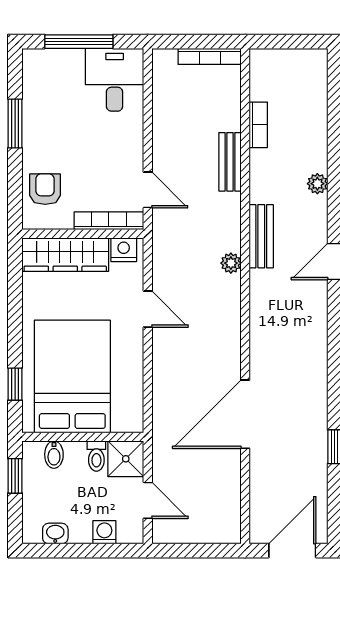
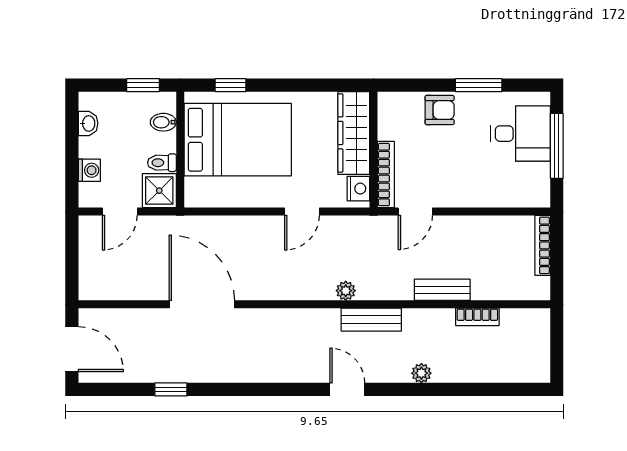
bookcase: (210, 56) -> (543, 245), moved
desk: (115, 80) -> (520, 134), moved
armchair: (45, 189) -> (440, 110), moved

